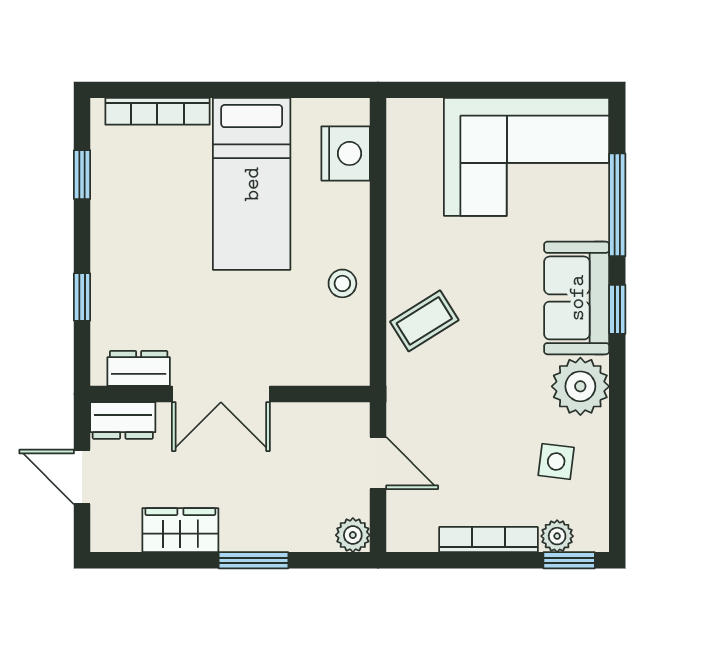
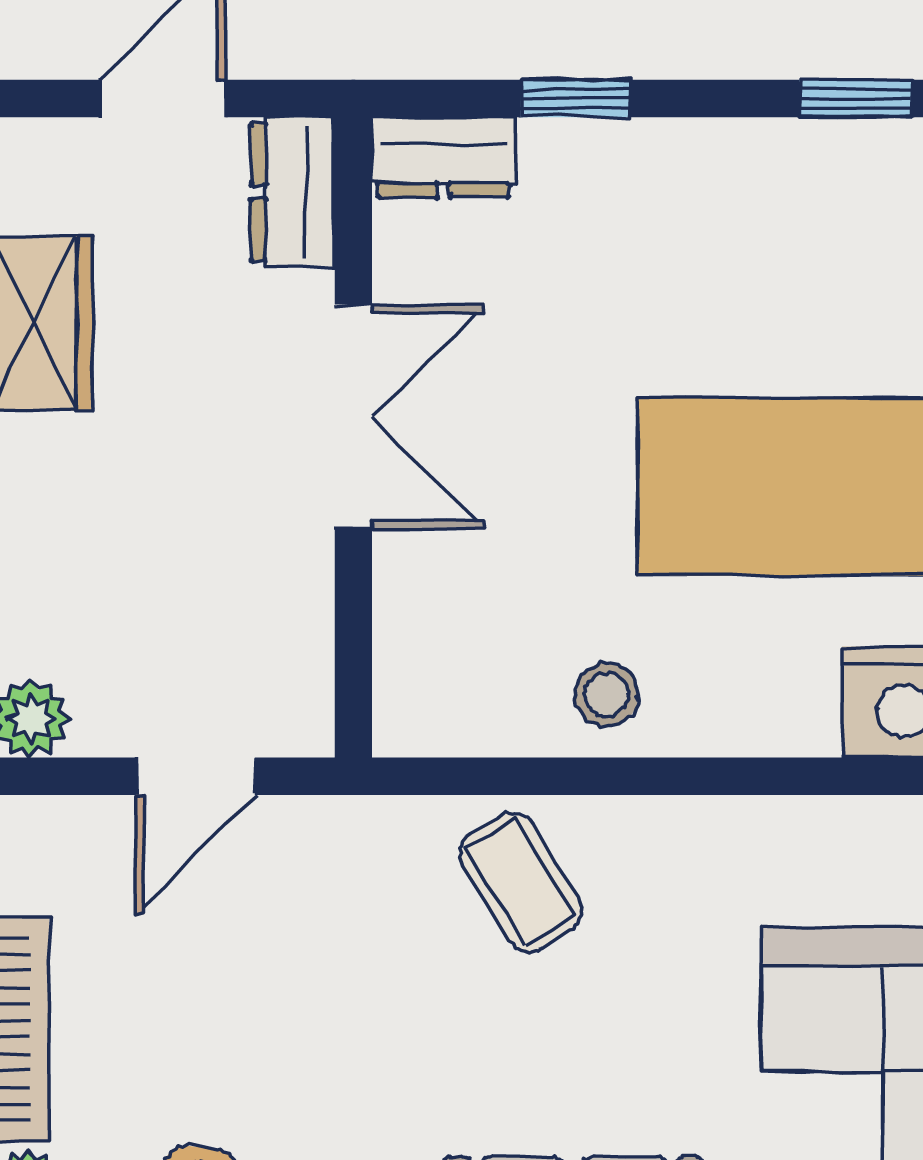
dresser: (139, 368) -> (443, 157), moved, turned 90
double door: (221, 394) -> (353, 416), swing flipped

